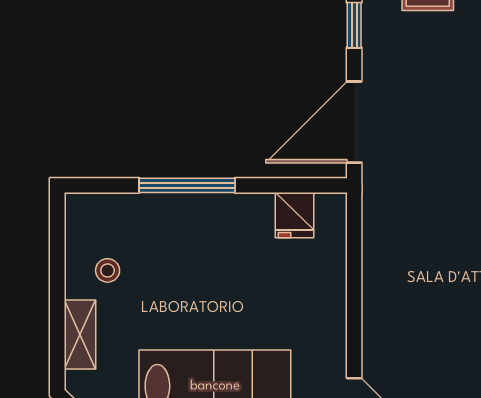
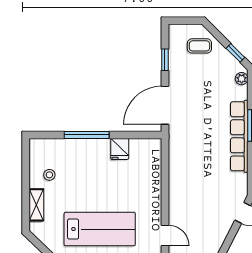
fridge: (294, 215) -> (120, 149), moved

